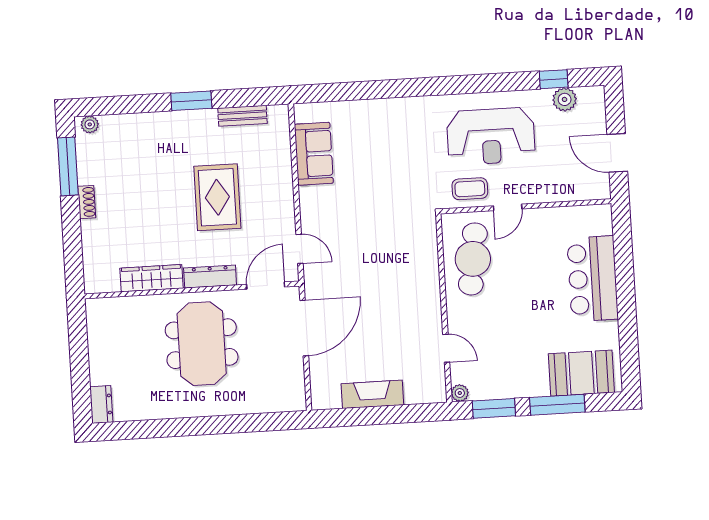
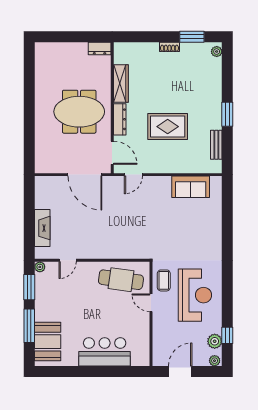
plant: (596, 98) -> (215, 361), added
reception desk: (491, 136) -> (195, 295), turned 180
window: (68, 166) -> (192, 37), width x0.69
fireplace: (372, 394) -> (42, 228), moved
dresser: (101, 404) -> (100, 48), moved

